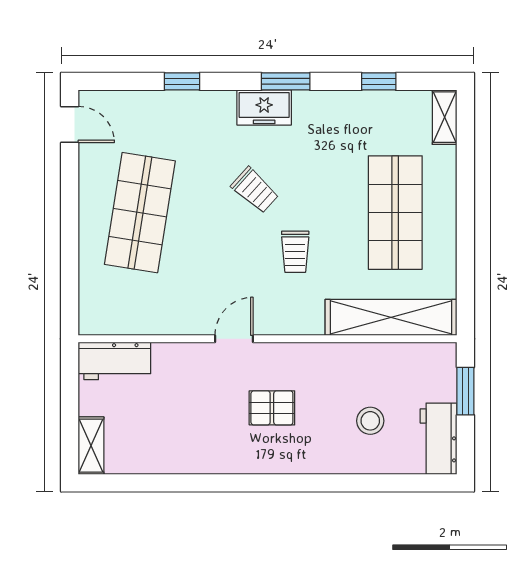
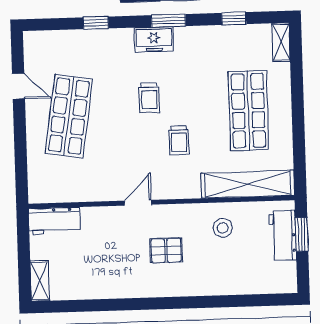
door: (70, 124) -> (19, 86), moved
trolley: (255, 190) -> (149, 98), turned 48
stool: (370, 421) -> (223, 228), moved
workbench: (439, 439) -> (283, 235), moved

